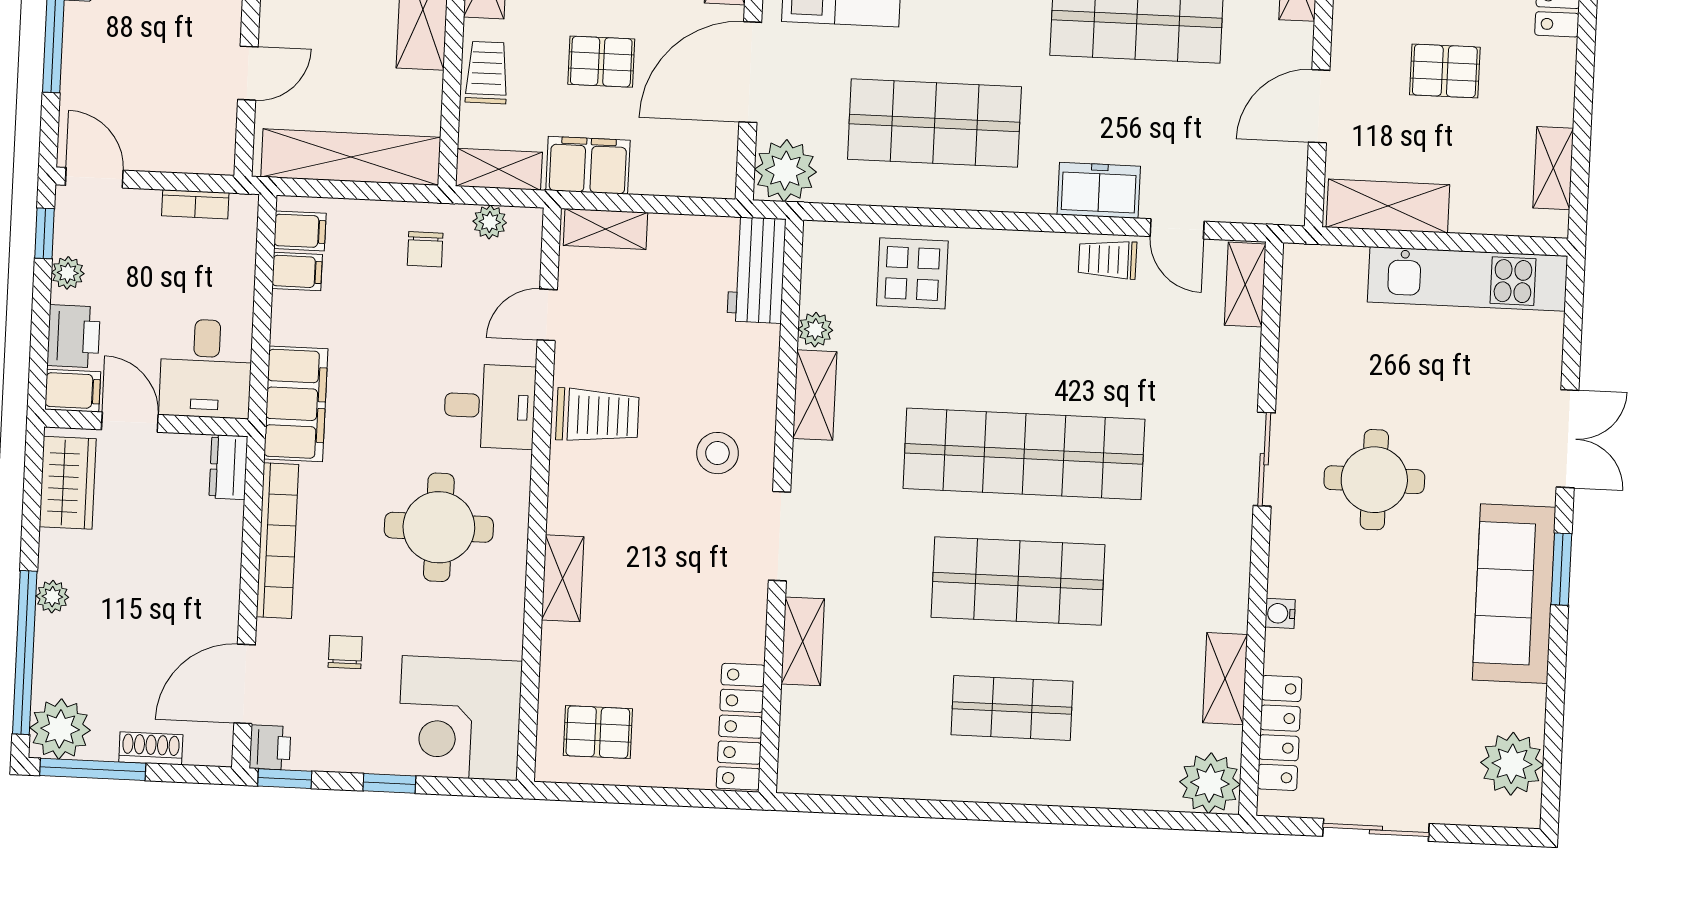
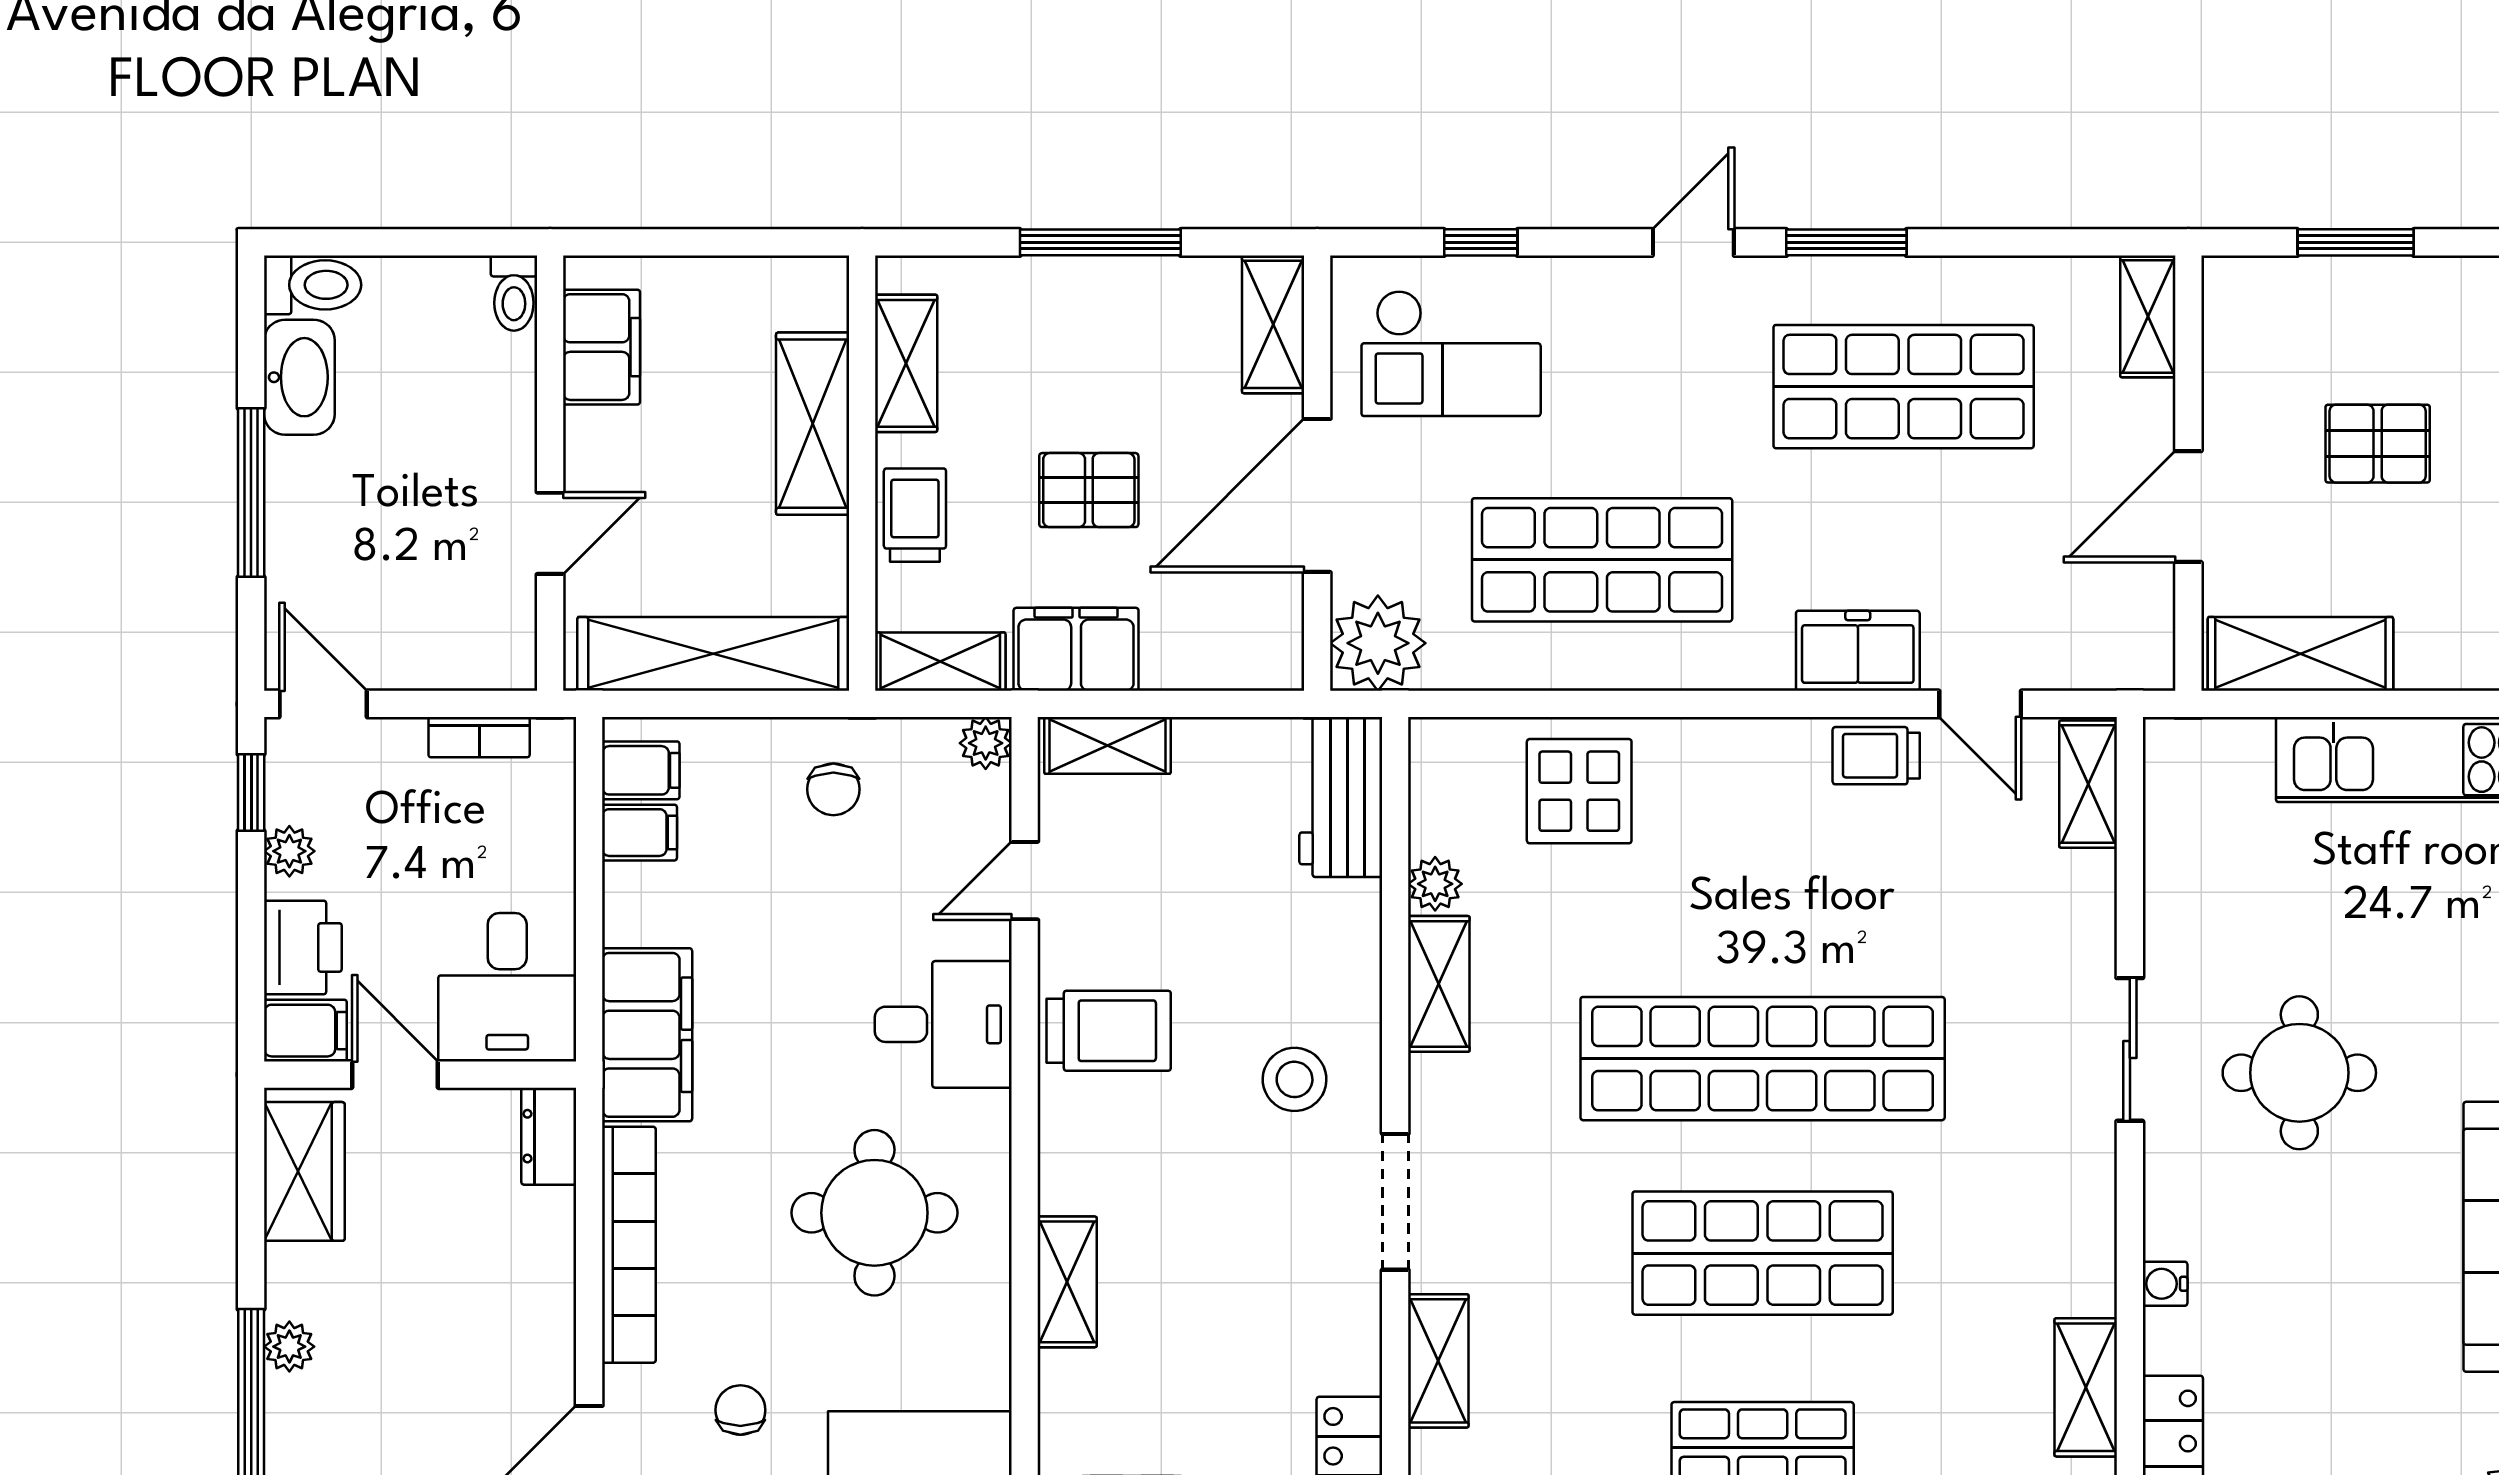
plant: (490, 222) -> (986, 743), moved

